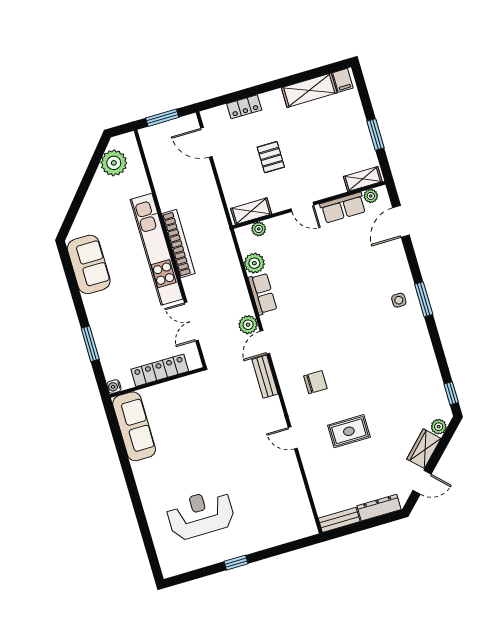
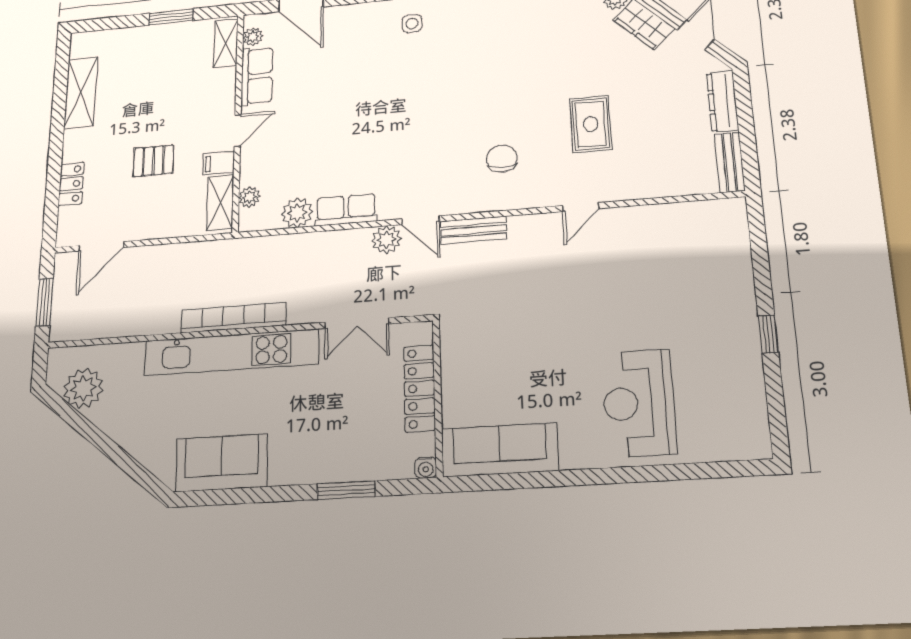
filing cabinet: (343, 80) -> (219, 163), moved, turned 180
reception desk: (200, 514) -> (639, 403), moved

